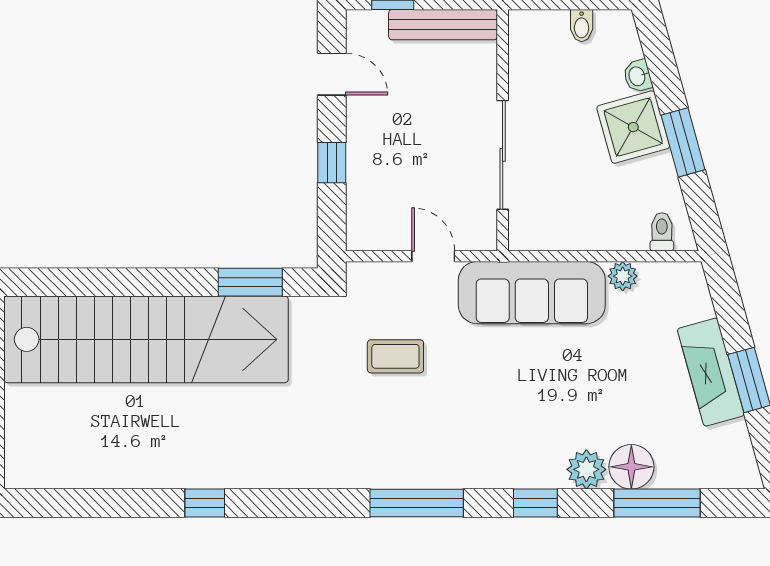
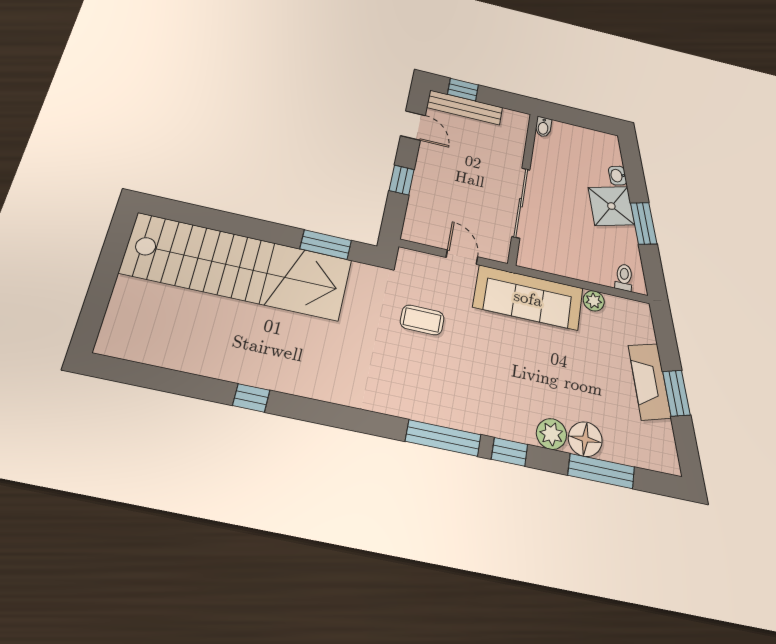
bench: (443, 25) -> (465, 107), moved
bidet: (582, 26) -> (543, 127), moved
window: (417, 503) -> (443, 438), moved

